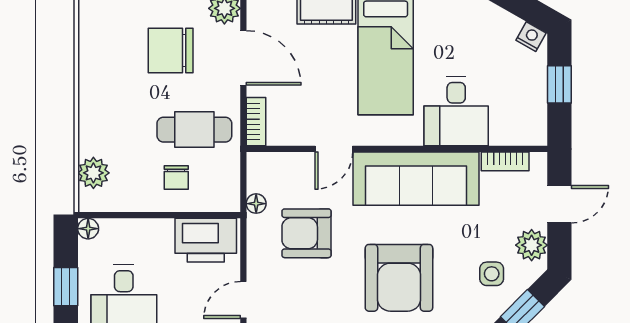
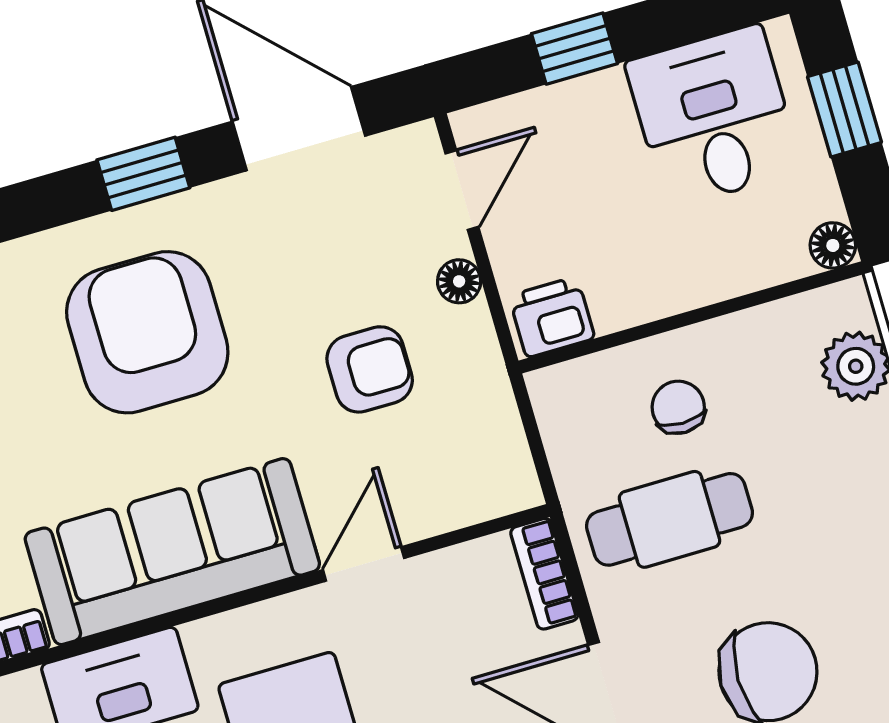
floor lamp: (256, 204) -> (459, 281), moved
armchair: (307, 233) -> (370, 369), width x0.72, depth x0.72
printer: (206, 240) -> (552, 317), width x0.53, depth x0.68

